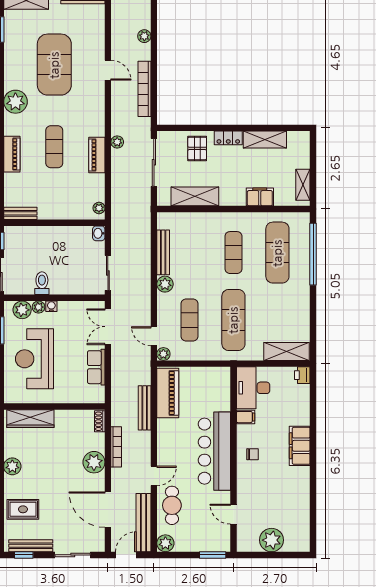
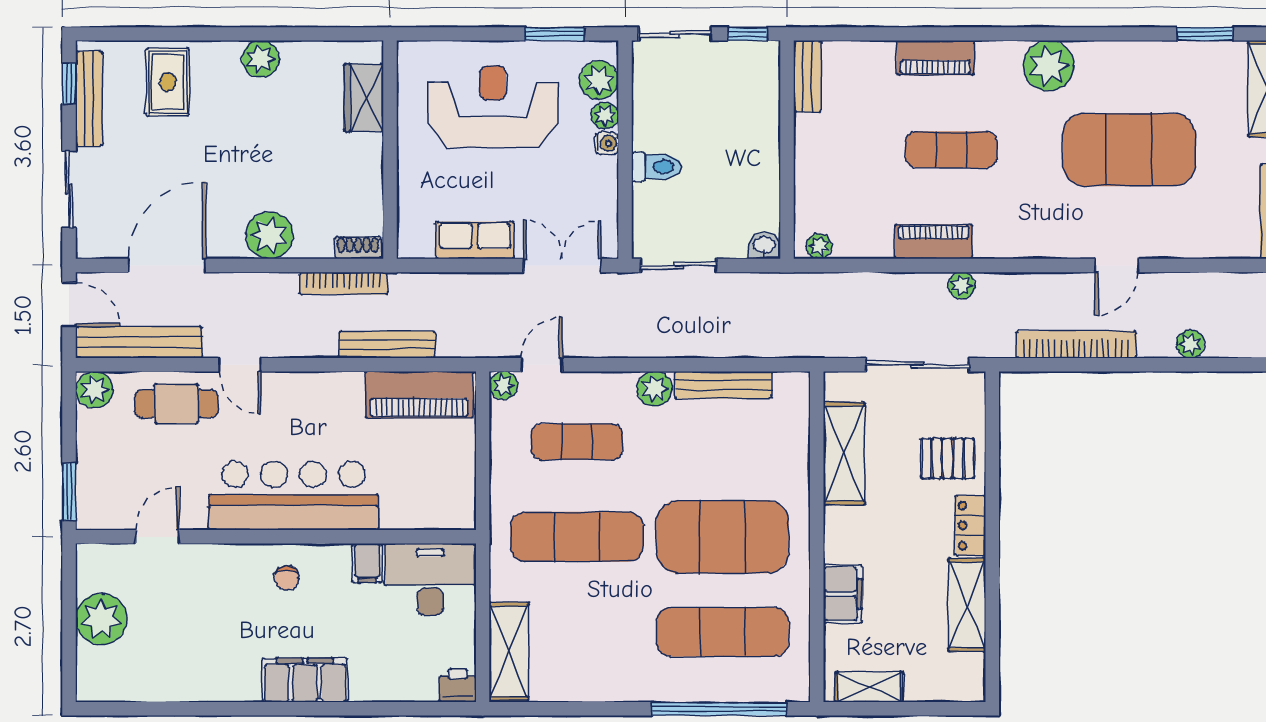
exercise mat: (233, 253) -> (723, 537), width x2.00, depth x1.45
toilet: (42, 283) -> (656, 167), moved
wardrobe: (30, 419) -> (364, 98), width x0.67
bookcase: (116, 447) -> (344, 283), moved

